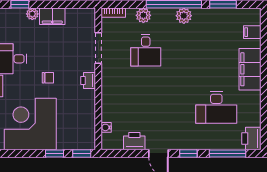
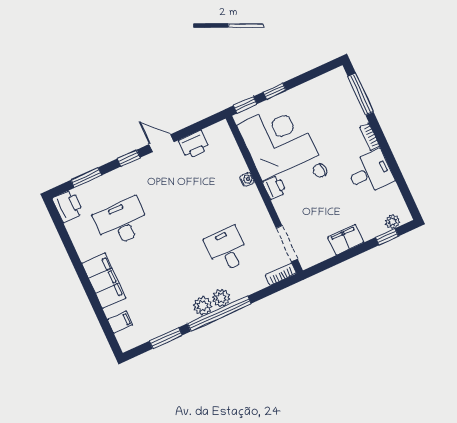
plant: (32, 14) -> (392, 221), moved
plant: (143, 15) -> (221, 298), moved
doorway: (98, 48) -> (287, 244), moved
corner desk: (30, 124) -> (277, 140), moved, turned -90
water cooler: (106, 127) -> (247, 180), moved
window: (228, 154) -> (86, 178), width x0.69

